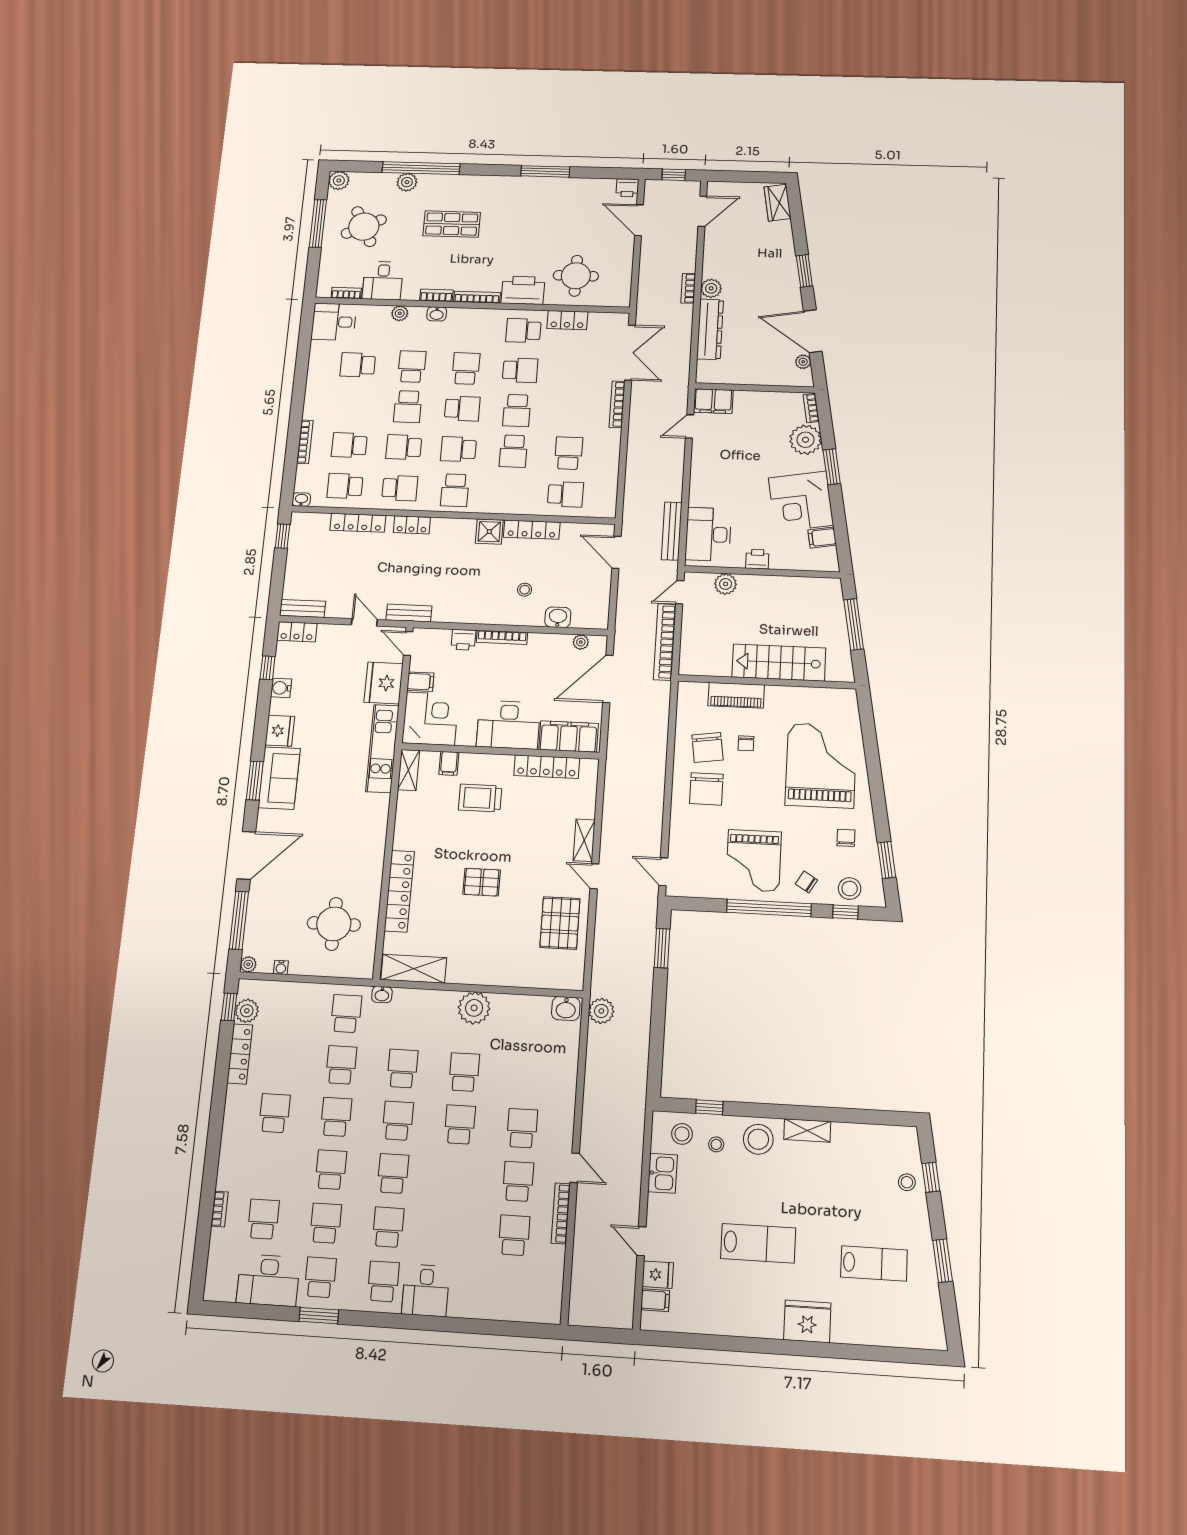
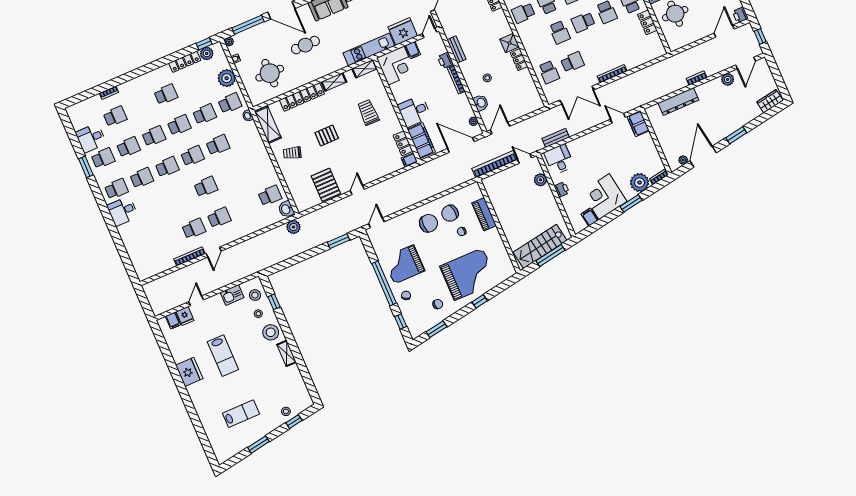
door: (702, 211) -> (746, 63), hinge flipped
plant: (711, 288) -> (728, 79), moved
double door: (630, 353) -> (577, 95), moved
school desk: (513, 451) -> (560, 32), turned -90
locker: (532, 530) -> (519, 60), width x0.66
bench: (672, 531) -> (556, 138), width x0.73
desk: (708, 534) -> (559, 159), width x0.73
door: (616, 552) -> (500, 128), moved
bench: (409, 613) -> (456, 49), moved
stairs: (779, 663) -> (540, 246), moved, turned -100
desk: (508, 725) -> (414, 111), width x0.73
filing cabinet: (449, 763) -> (409, 160), moved
locker: (547, 767) -> (403, 143), width x0.66
window: (874, 769) -> (480, 301), added
chair: (706, 789) -> (429, 223), turned 180
shelving: (584, 840) -> (334, 82), moved
cafe table: (321, 845) -> (305, 45), added
pallet: (482, 882) -> (327, 136), turned 90
stool: (850, 889) -> (413, 318), removed
pallet: (560, 923) -> (326, 185), turned 90
trolley: (480, 952) -> (292, 153), added
plant: (474, 1008) -> (227, 78), moved
school desk: (464, 1072) -> (270, 196), moved
school desk: (514, 1235) -> (168, 240), removed
lab bench: (874, 1263) -> (241, 414), turned -90
desk: (268, 1280) -> (91, 138), width x0.73
fridge: (807, 1321) -> (189, 372), moved

